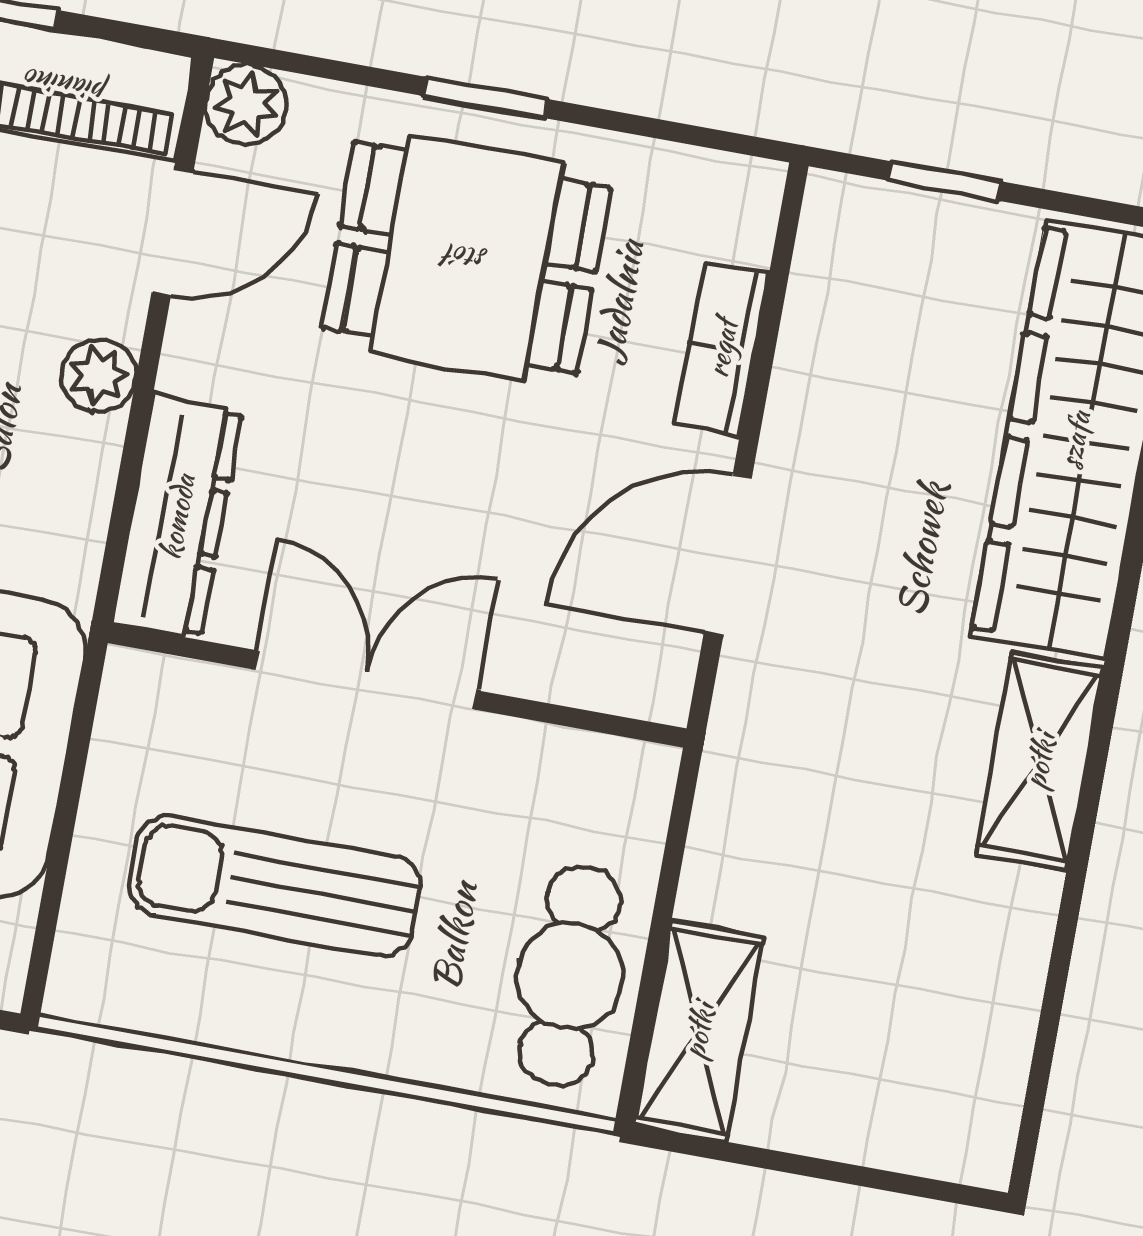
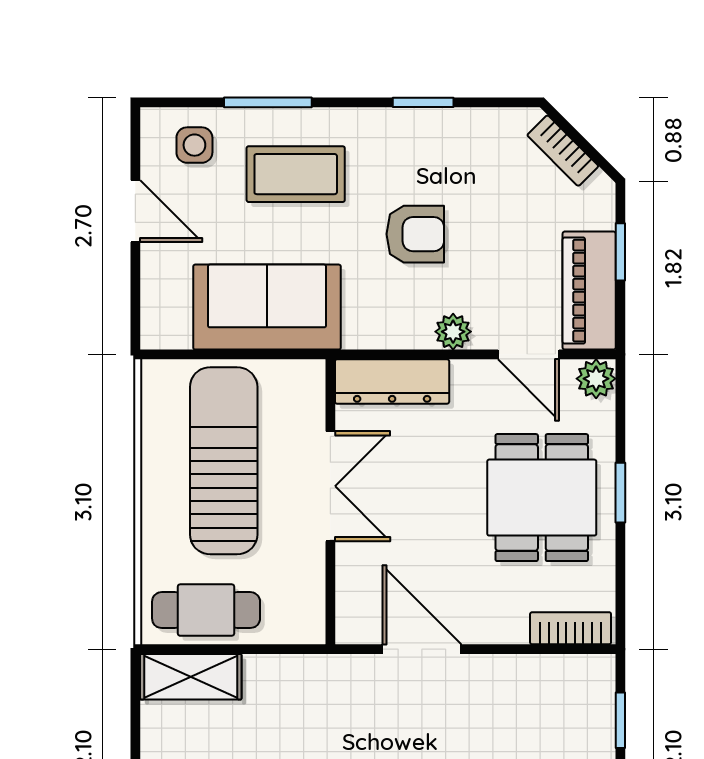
bookcase: (722, 349) -> (571, 628), moved
sun lounger: (275, 886) -> (224, 461), width x1.36, depth x1.34

